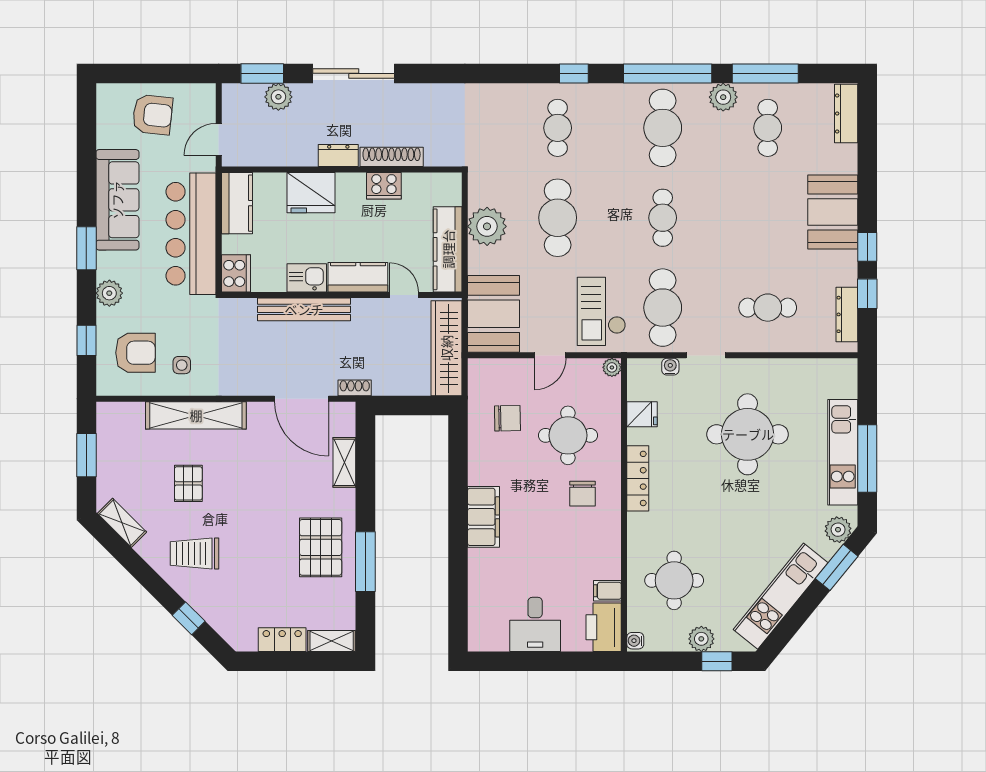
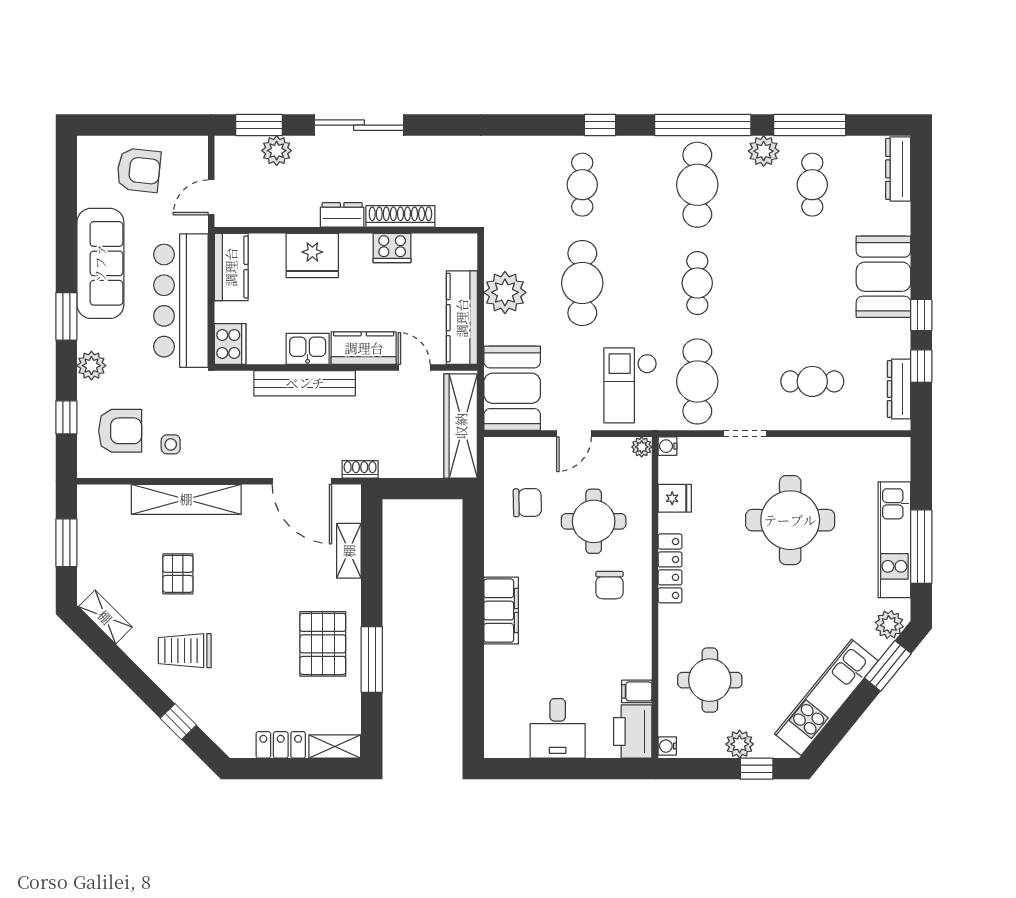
water cooler: (670, 367) -> (667, 446), moved, turned -90

